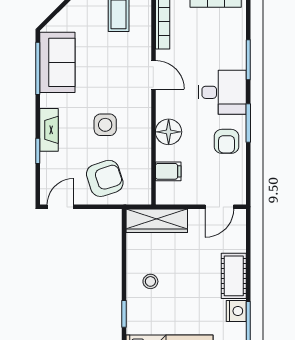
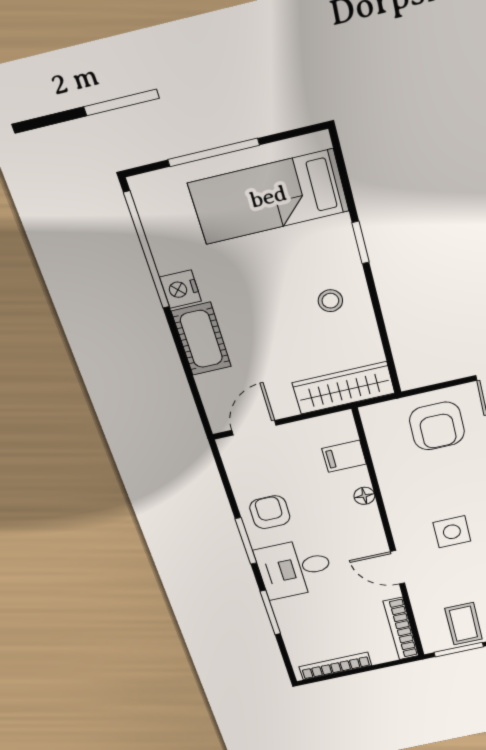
side table: (105, 125) -> (452, 532), moved
floor lamp: (169, 132) -> (364, 496), width x0.53, depth x0.53
armchair: (105, 178) -> (437, 426), turned -72

